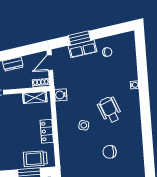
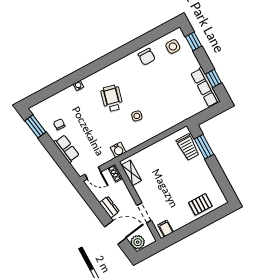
window: (80, 38) -> (35, 126), moved
wheelchair: (110, 110) -> (112, 98), turned 126
locker: (47, 131) -> (158, 148), removed
chair: (110, 152) -> (147, 57), moved

